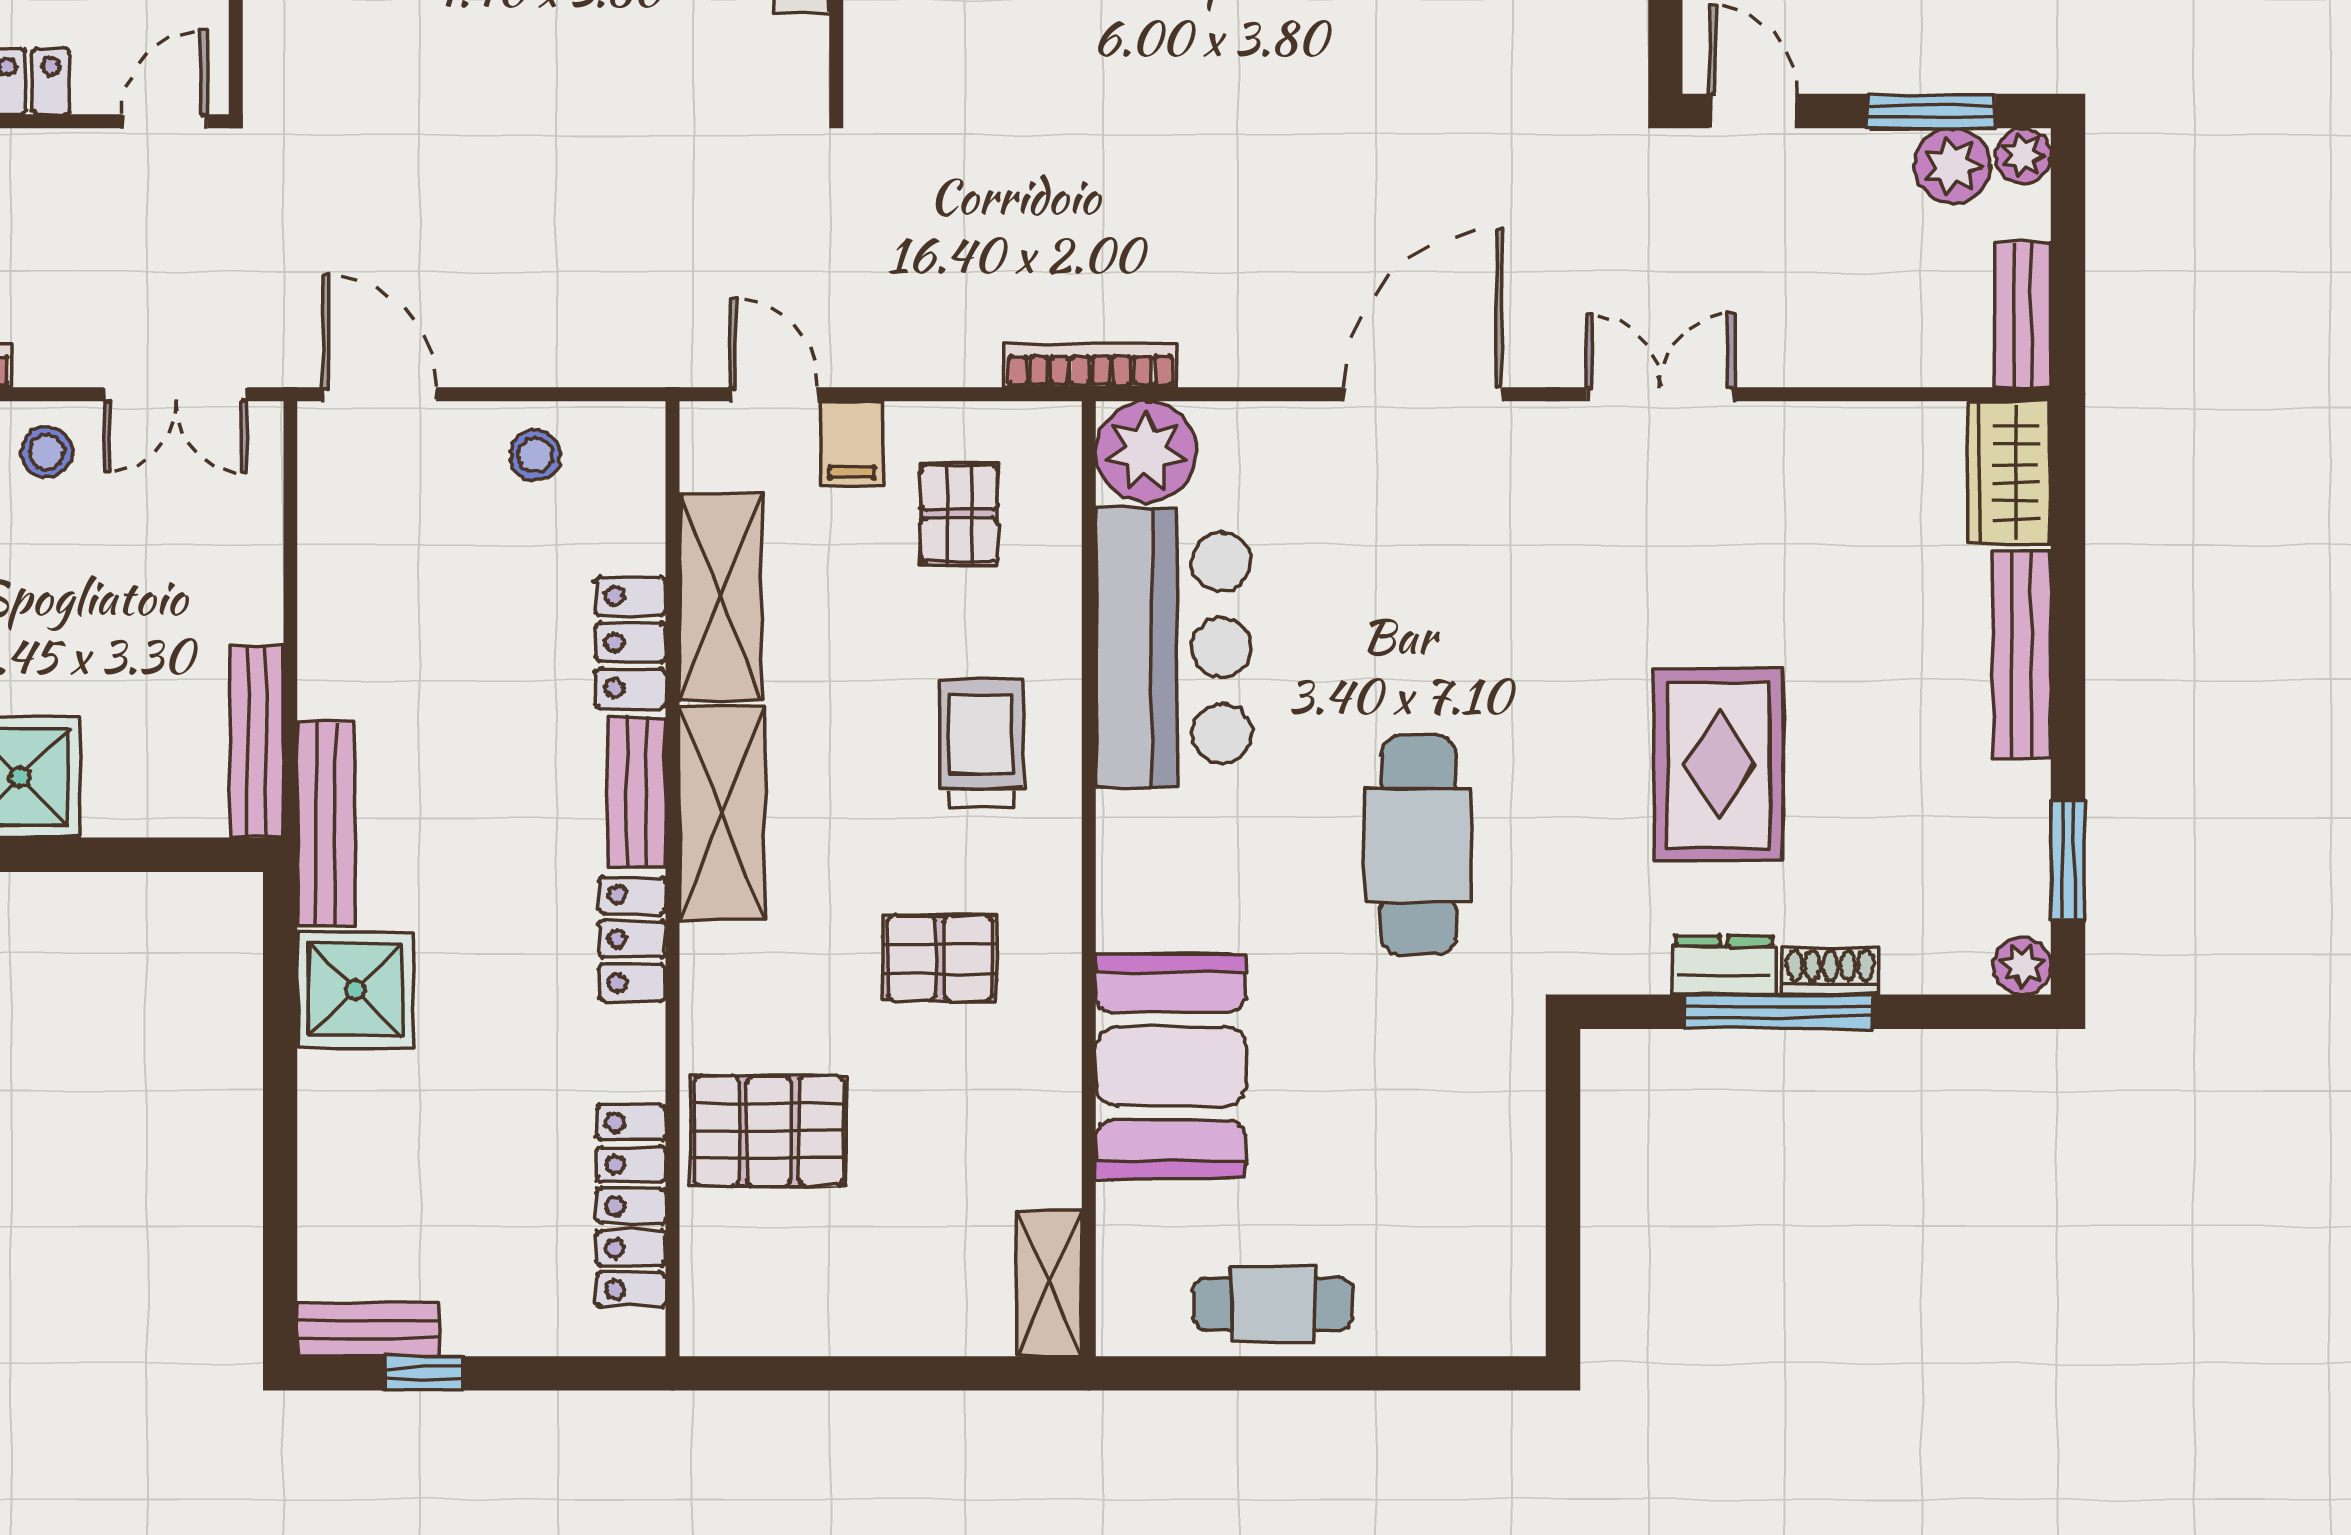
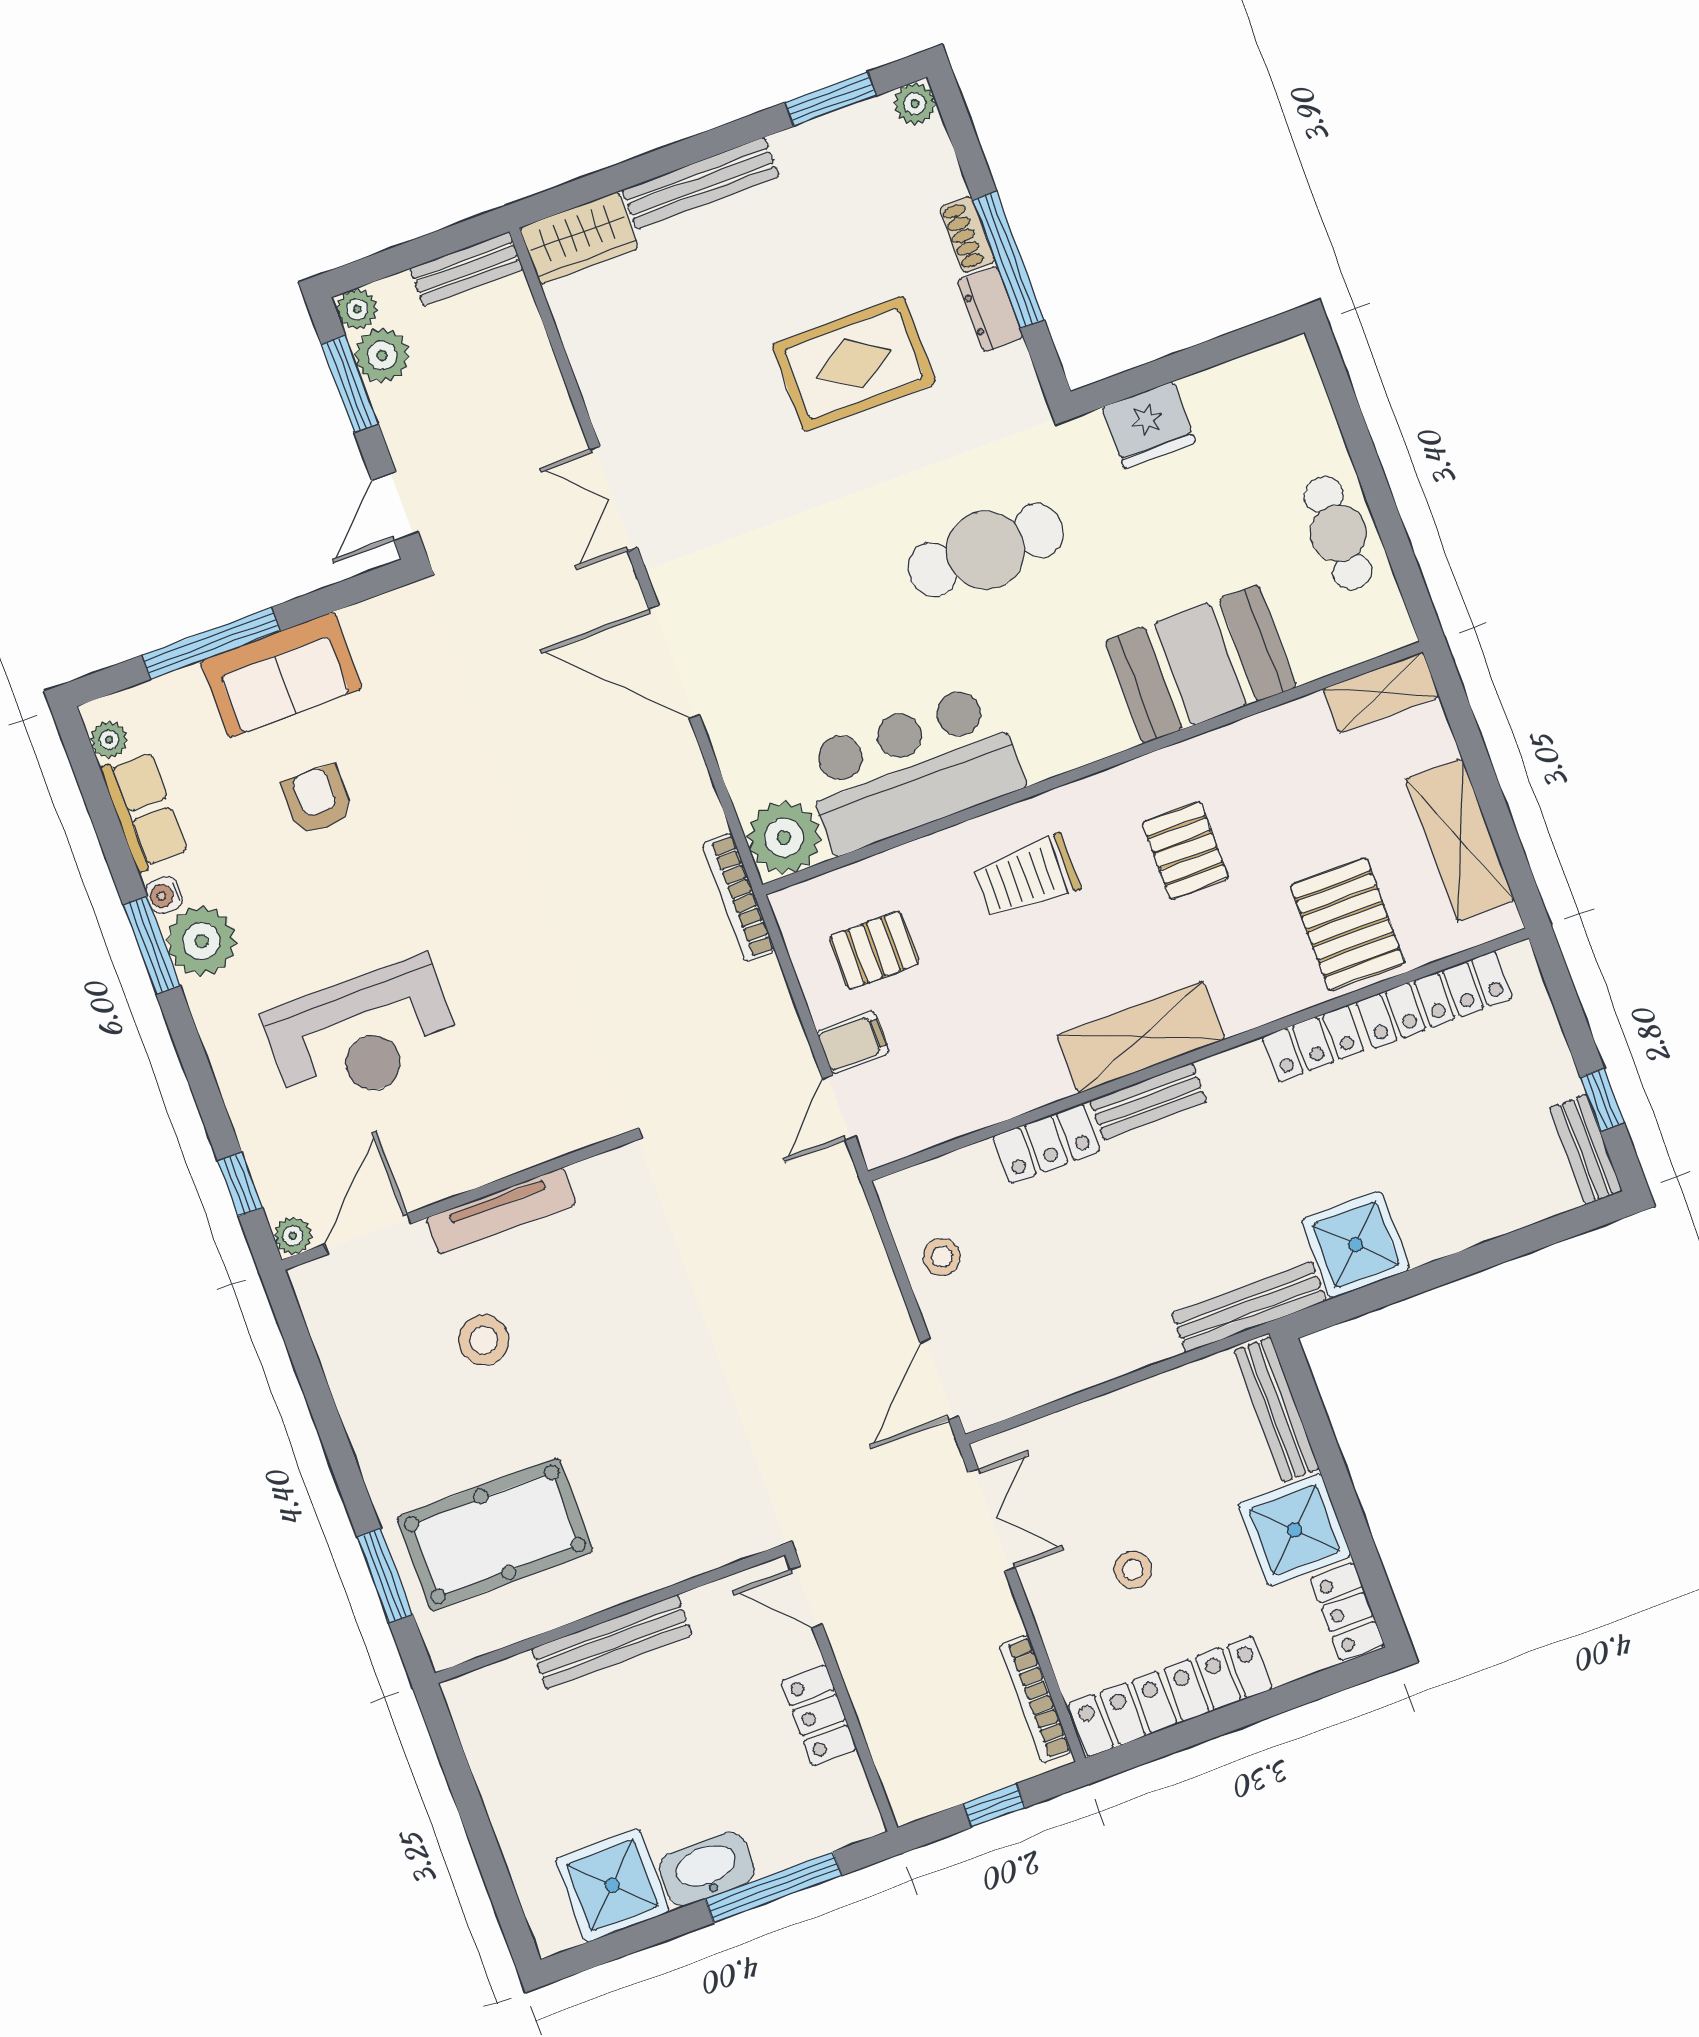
stool: (47, 452) -> (1133, 1570), moved
shelving: (721, 597) -> (1460, 840), moved, turned 90
bench: (257, 742) -> (1277, 1410), moved, turned 90
locker: (632, 939) -> (1313, 1044), moved
fridge: (1501, 1113) -> (1149, 425), added

